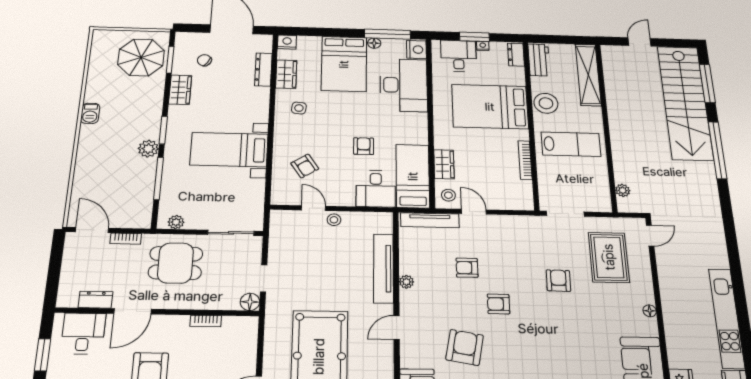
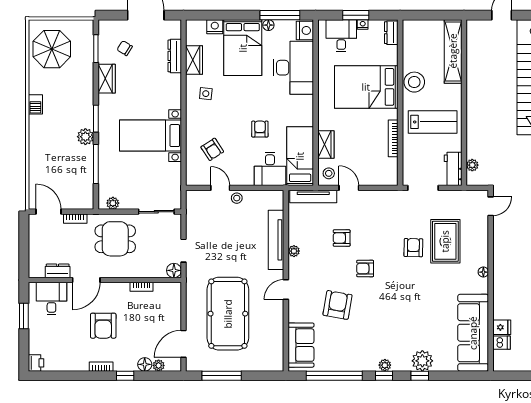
nightstand: (287, 42) -> (215, 27), moved
parasol: (141, 58) -> (52, 49), moved
workbench: (539, 60) -> (453, 169), moved, turned 180
rug: (609, 257) -> (445, 241), moved

